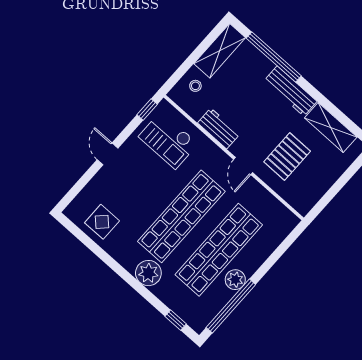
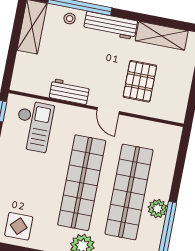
stool: (195, 86) -> (70, 19), moved
checkout: (168, 140) -> (33, 126), turned -90

